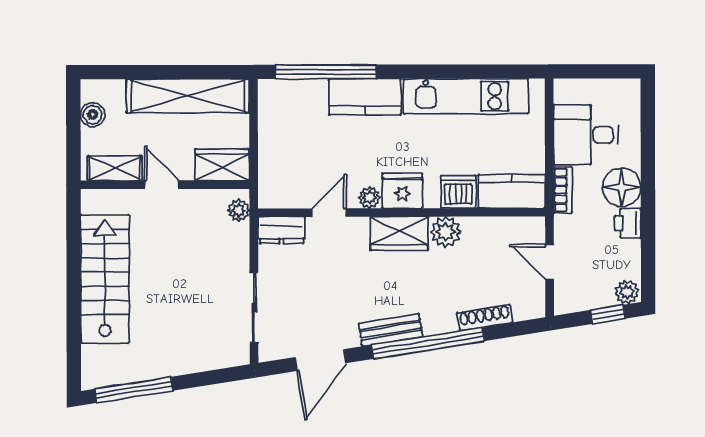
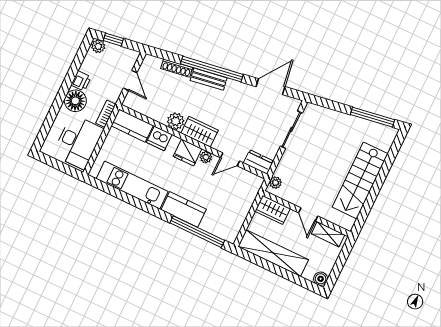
boiler: (93, 115) -> (321, 279), moved
desk: (586, 135) -> (78, 142), width x1.37
bench: (391, 330) -> (209, 79), moved

